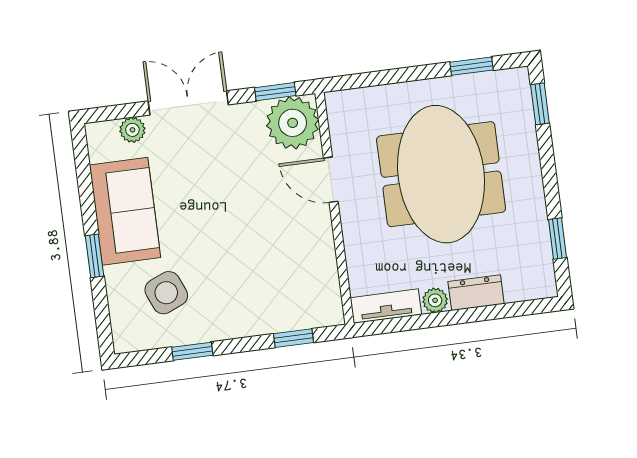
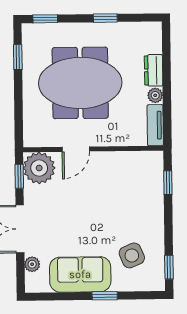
window: (557, 239) -> (105, 18), moved
window: (192, 351) -> (169, 267), moved

